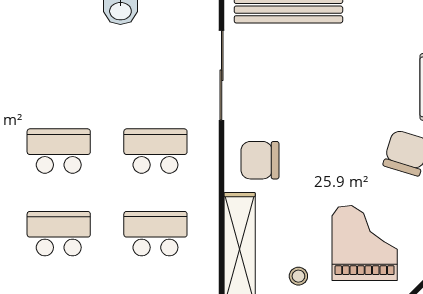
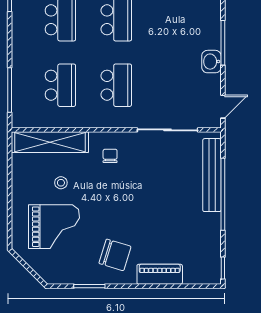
chair: (260, 160) -> (110, 156), width x0.54, depth x0.54
stool: (298, 276) -> (61, 183), moved

